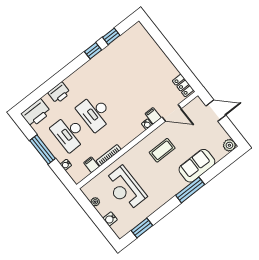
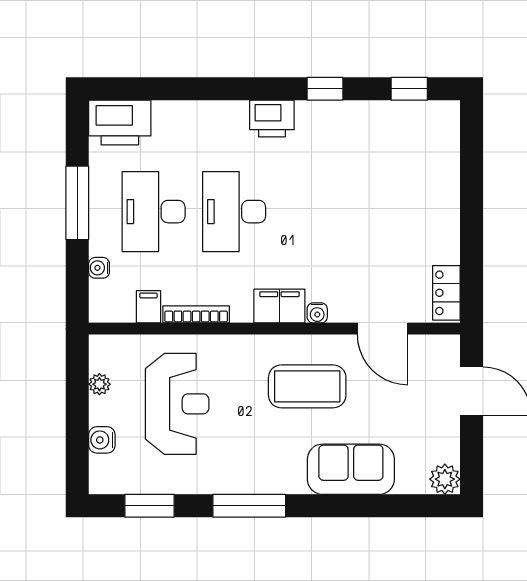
window: (111, 36) -> (409, 89), moved
printer: (59, 93) -> (272, 119), moved
filing cabinet: (153, 116) -> (279, 306), moved, width x2.00
coffee table: (162, 150) -> (307, 386), width x1.36, depth x1.32
reception desk: (125, 189) -> (177, 404), turned 180
window: (190, 190) -> (249, 506), moved

